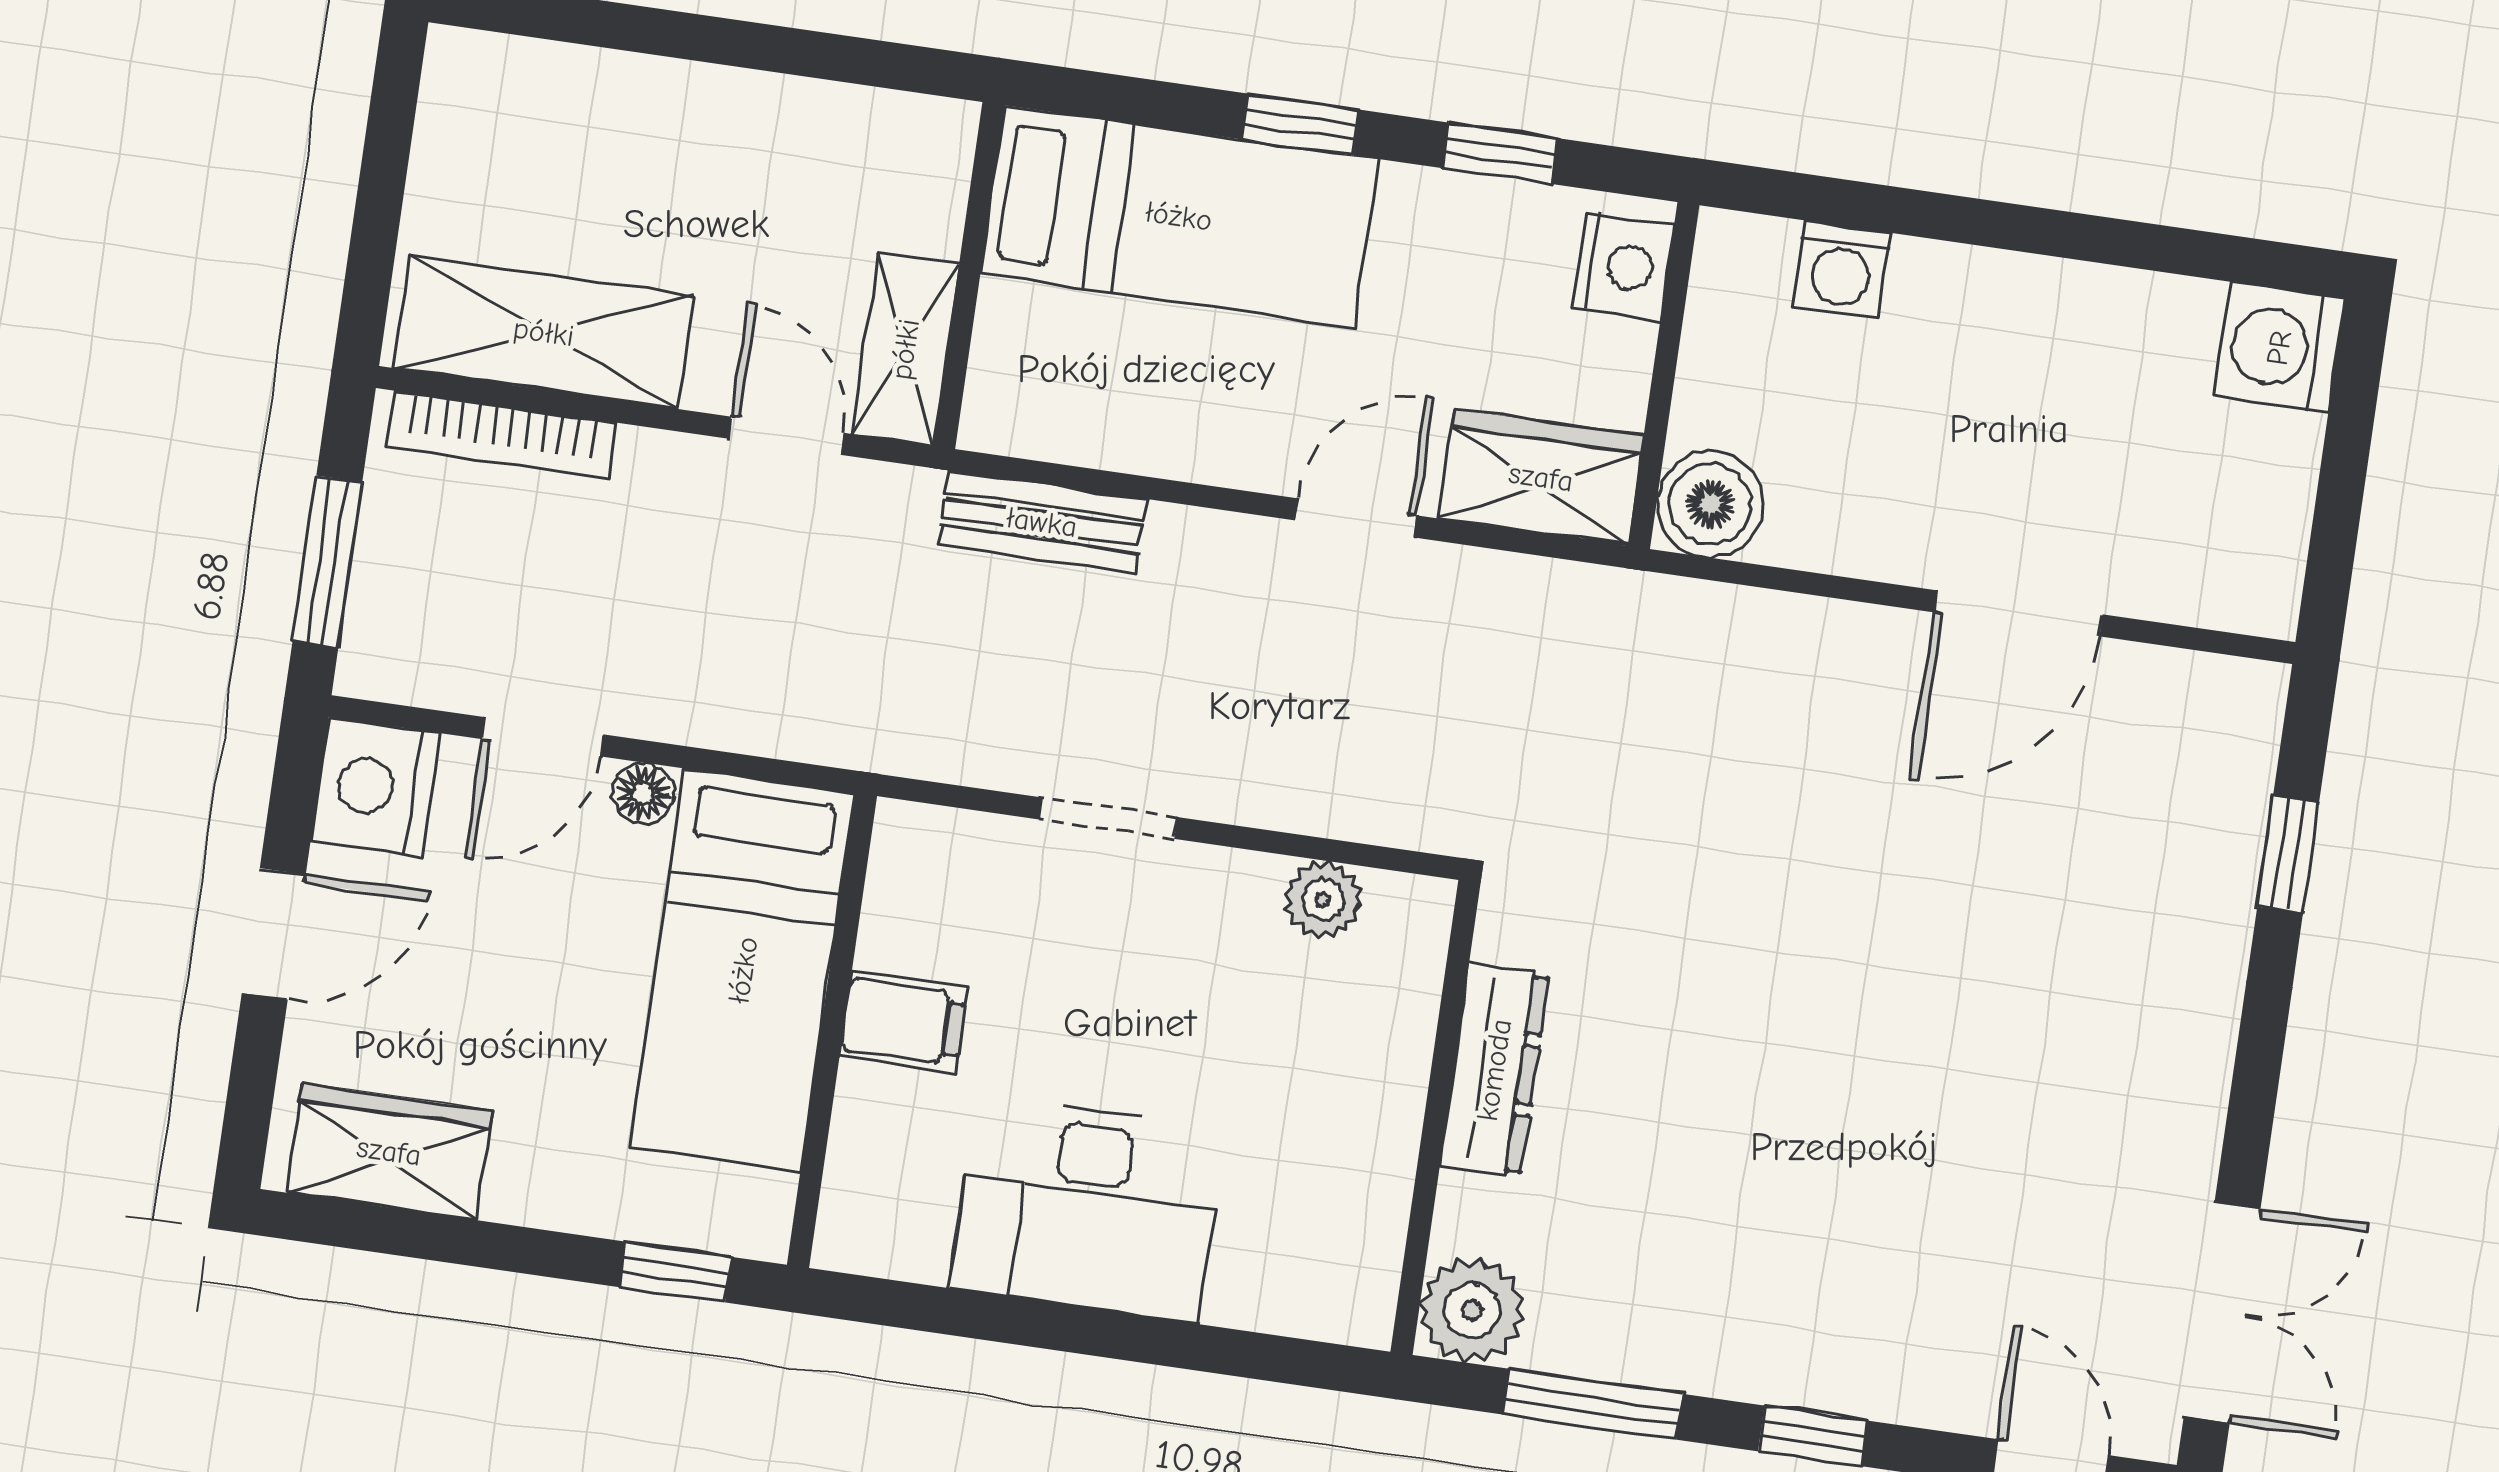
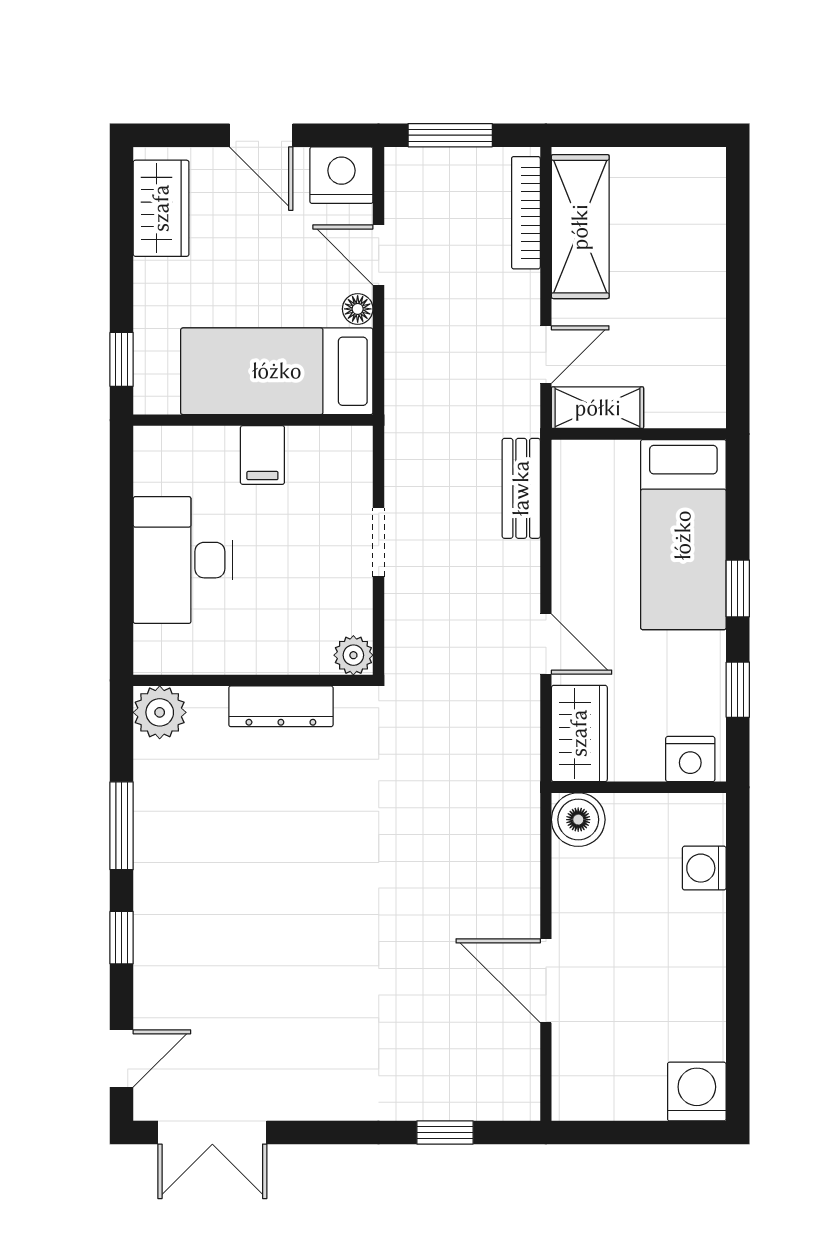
dresser: (1494, 1070) -> (281, 706), moved
wall: (1435, 1117) -> (253, 680), moved
plant: (1472, 1310) -> (160, 712), moved

